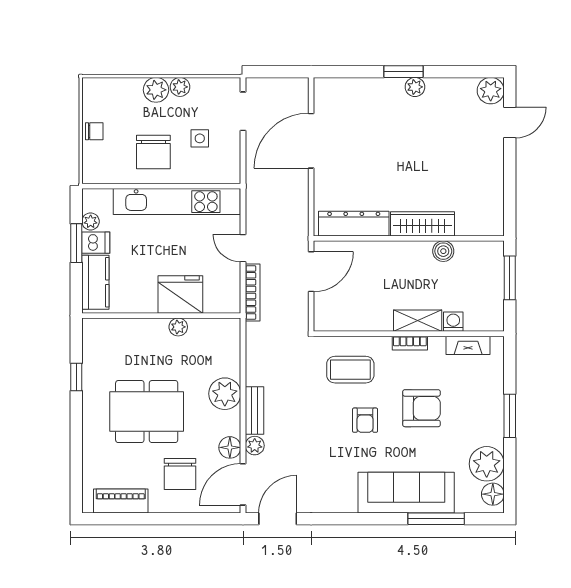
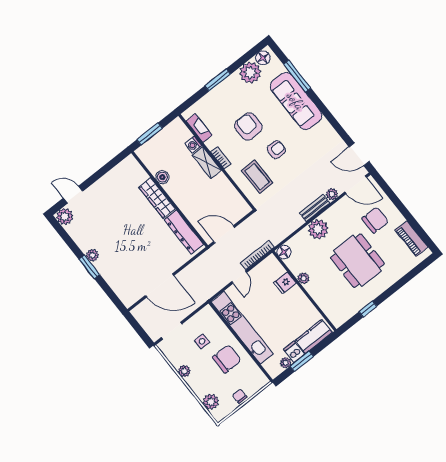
plant: (156, 90) -> (211, 402), moved
fridge: (180, 294) -> (285, 283), width x0.53, depth x0.75
floor lamp: (230, 447) -> (284, 252), moved

